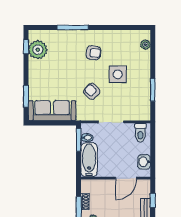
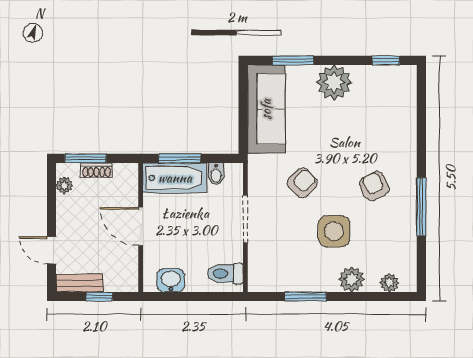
window: (73, 27) -> (421, 207), moved
plant: (38, 50) -> (334, 82), moved
armchair: (93, 53) -> (374, 186), turned 147
plant: (144, 65) -> (352, 279), added
window: (79, 140) -> (180, 158), moved
door: (126, 178) -> (141, 226), moved

